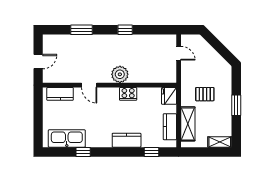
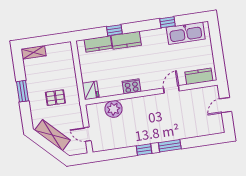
window: (81, 30) -> (170, 146), moved
plant: (120, 74) -> (113, 109), moved
door: (89, 85) -> (171, 89), hinge flipped
shelving: (188, 124) -> (52, 135), moved, turned -45
kitchen counter: (170, 127) -> (98, 44), moved, turned 90
window: (152, 152) -> (114, 30), moved

